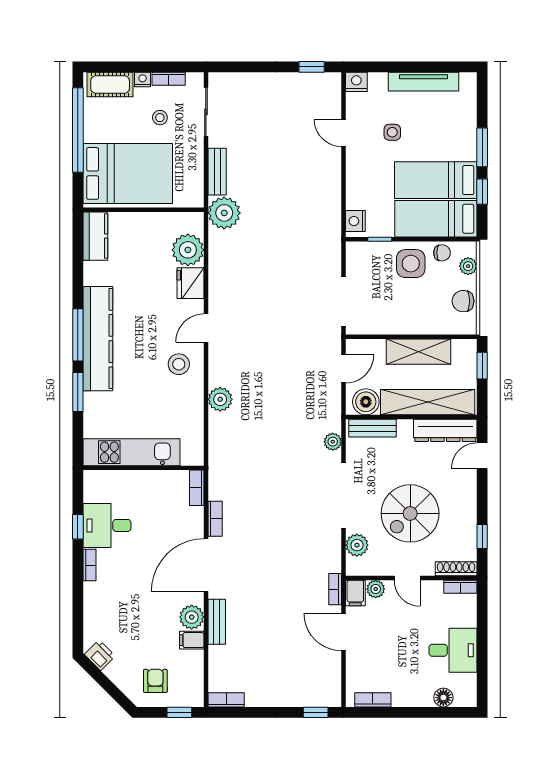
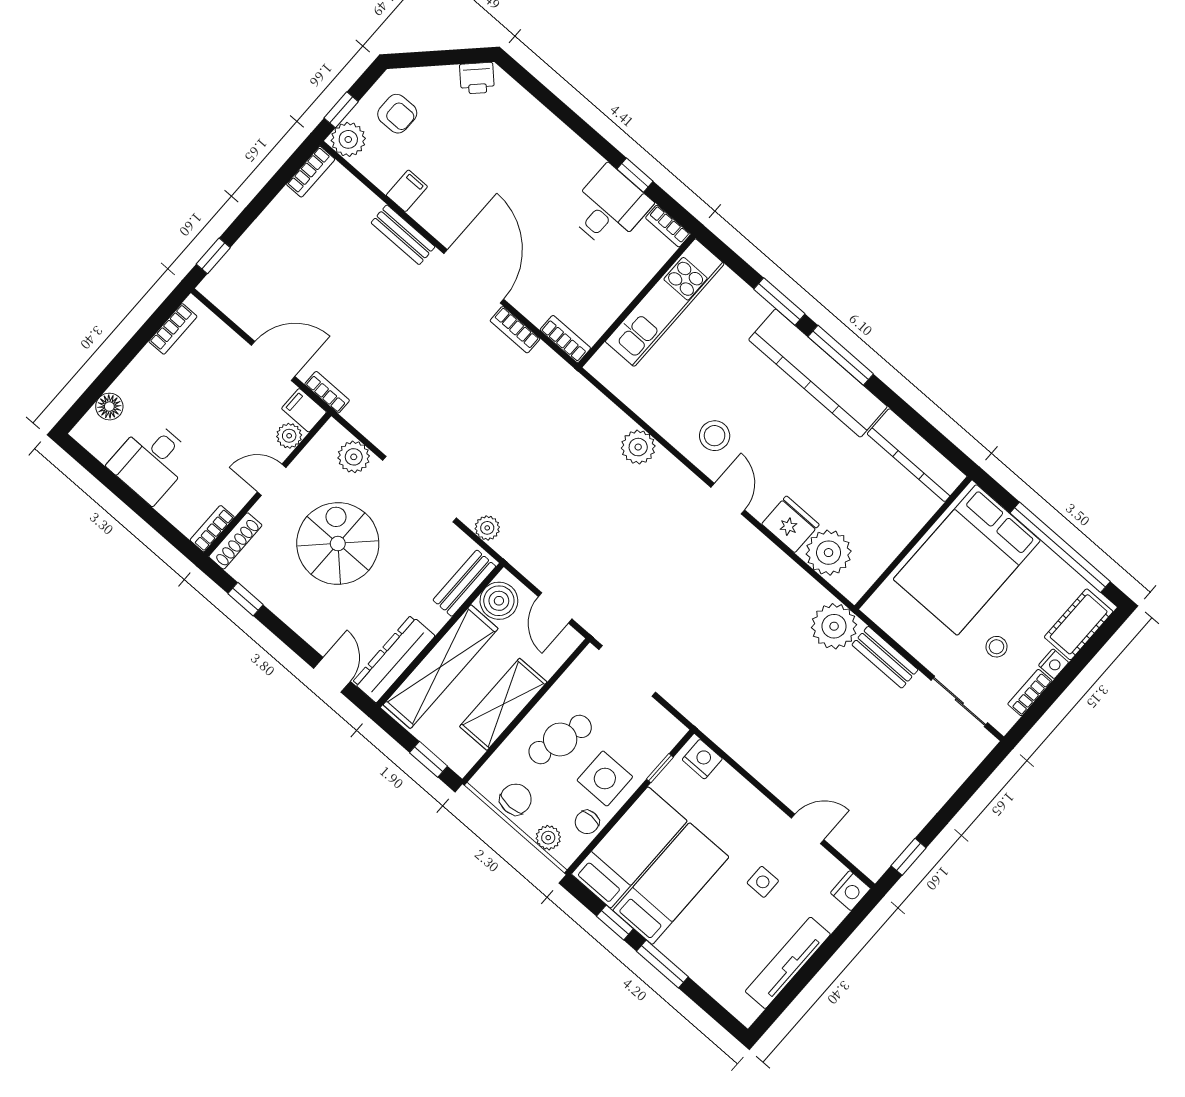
kitchen counter: (95, 236) -> (917, 455), width x1.50
cafe table: (411, 305) -> (560, 739), added
bookcase: (90, 565) -> (668, 226), moved
plant: (192, 617) -> (348, 139), moved

